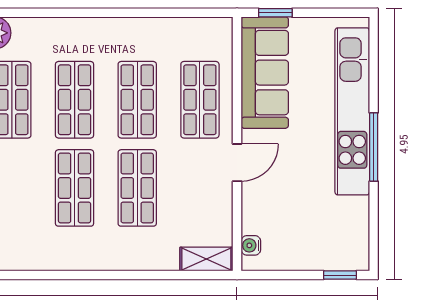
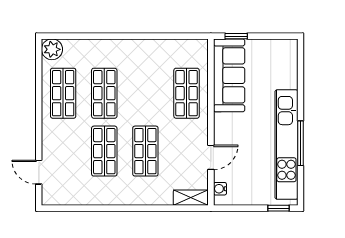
shop shelf: (137, 100) -> (145, 93), removed
kitchen unit: (352, 111) -> (286, 145), moved
window: (374, 147) -> (300, 143), moved
door: (237, 163) -> (211, 157), moved

